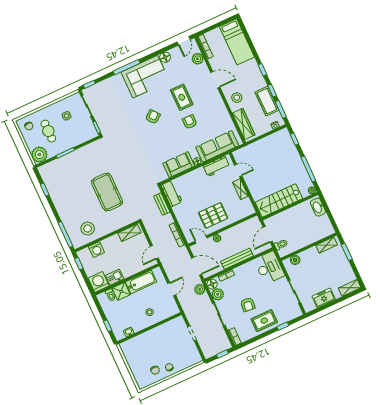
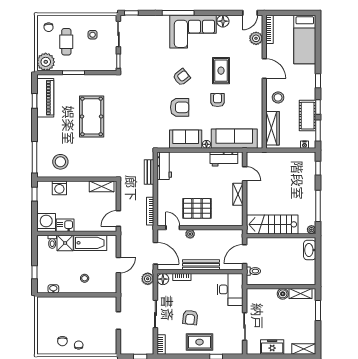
armchair: (162, 142) -> (180, 107), added
piano: (52, 183) -> (45, 98), added
pool table: (107, 192) -> (92, 116), moved
boiler: (295, 260) -> (283, 294), moved
plant: (218, 294) -> (164, 292), removed

